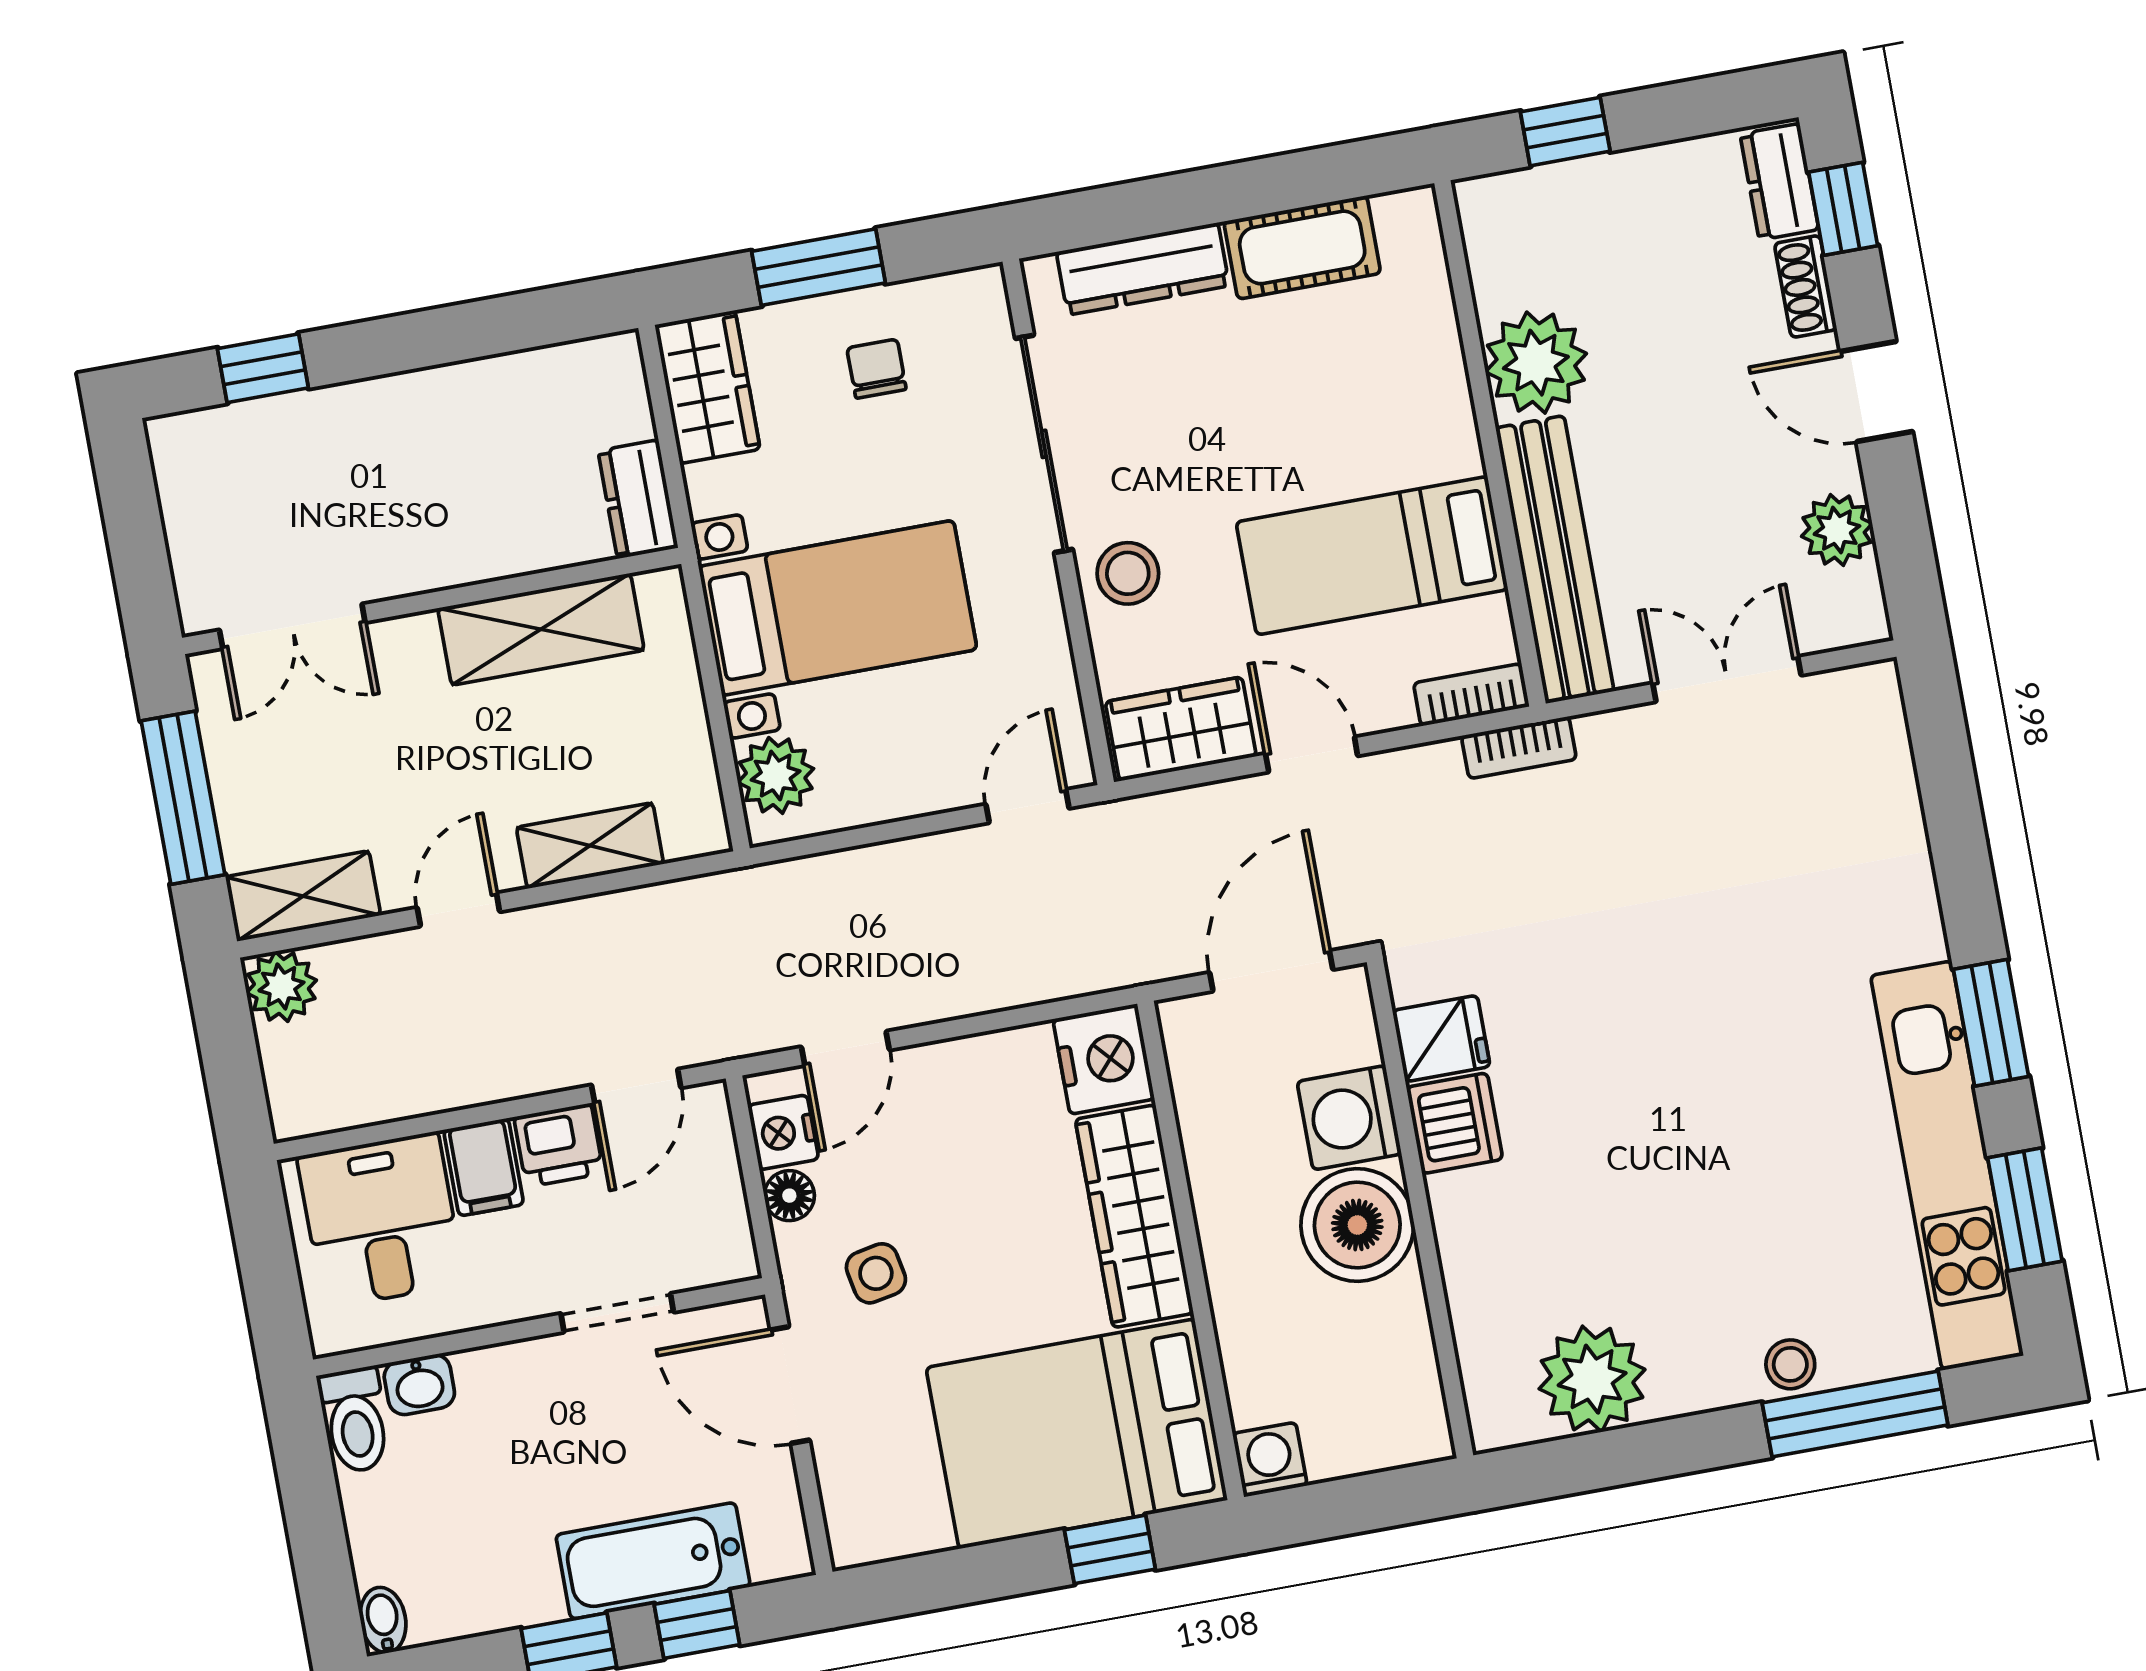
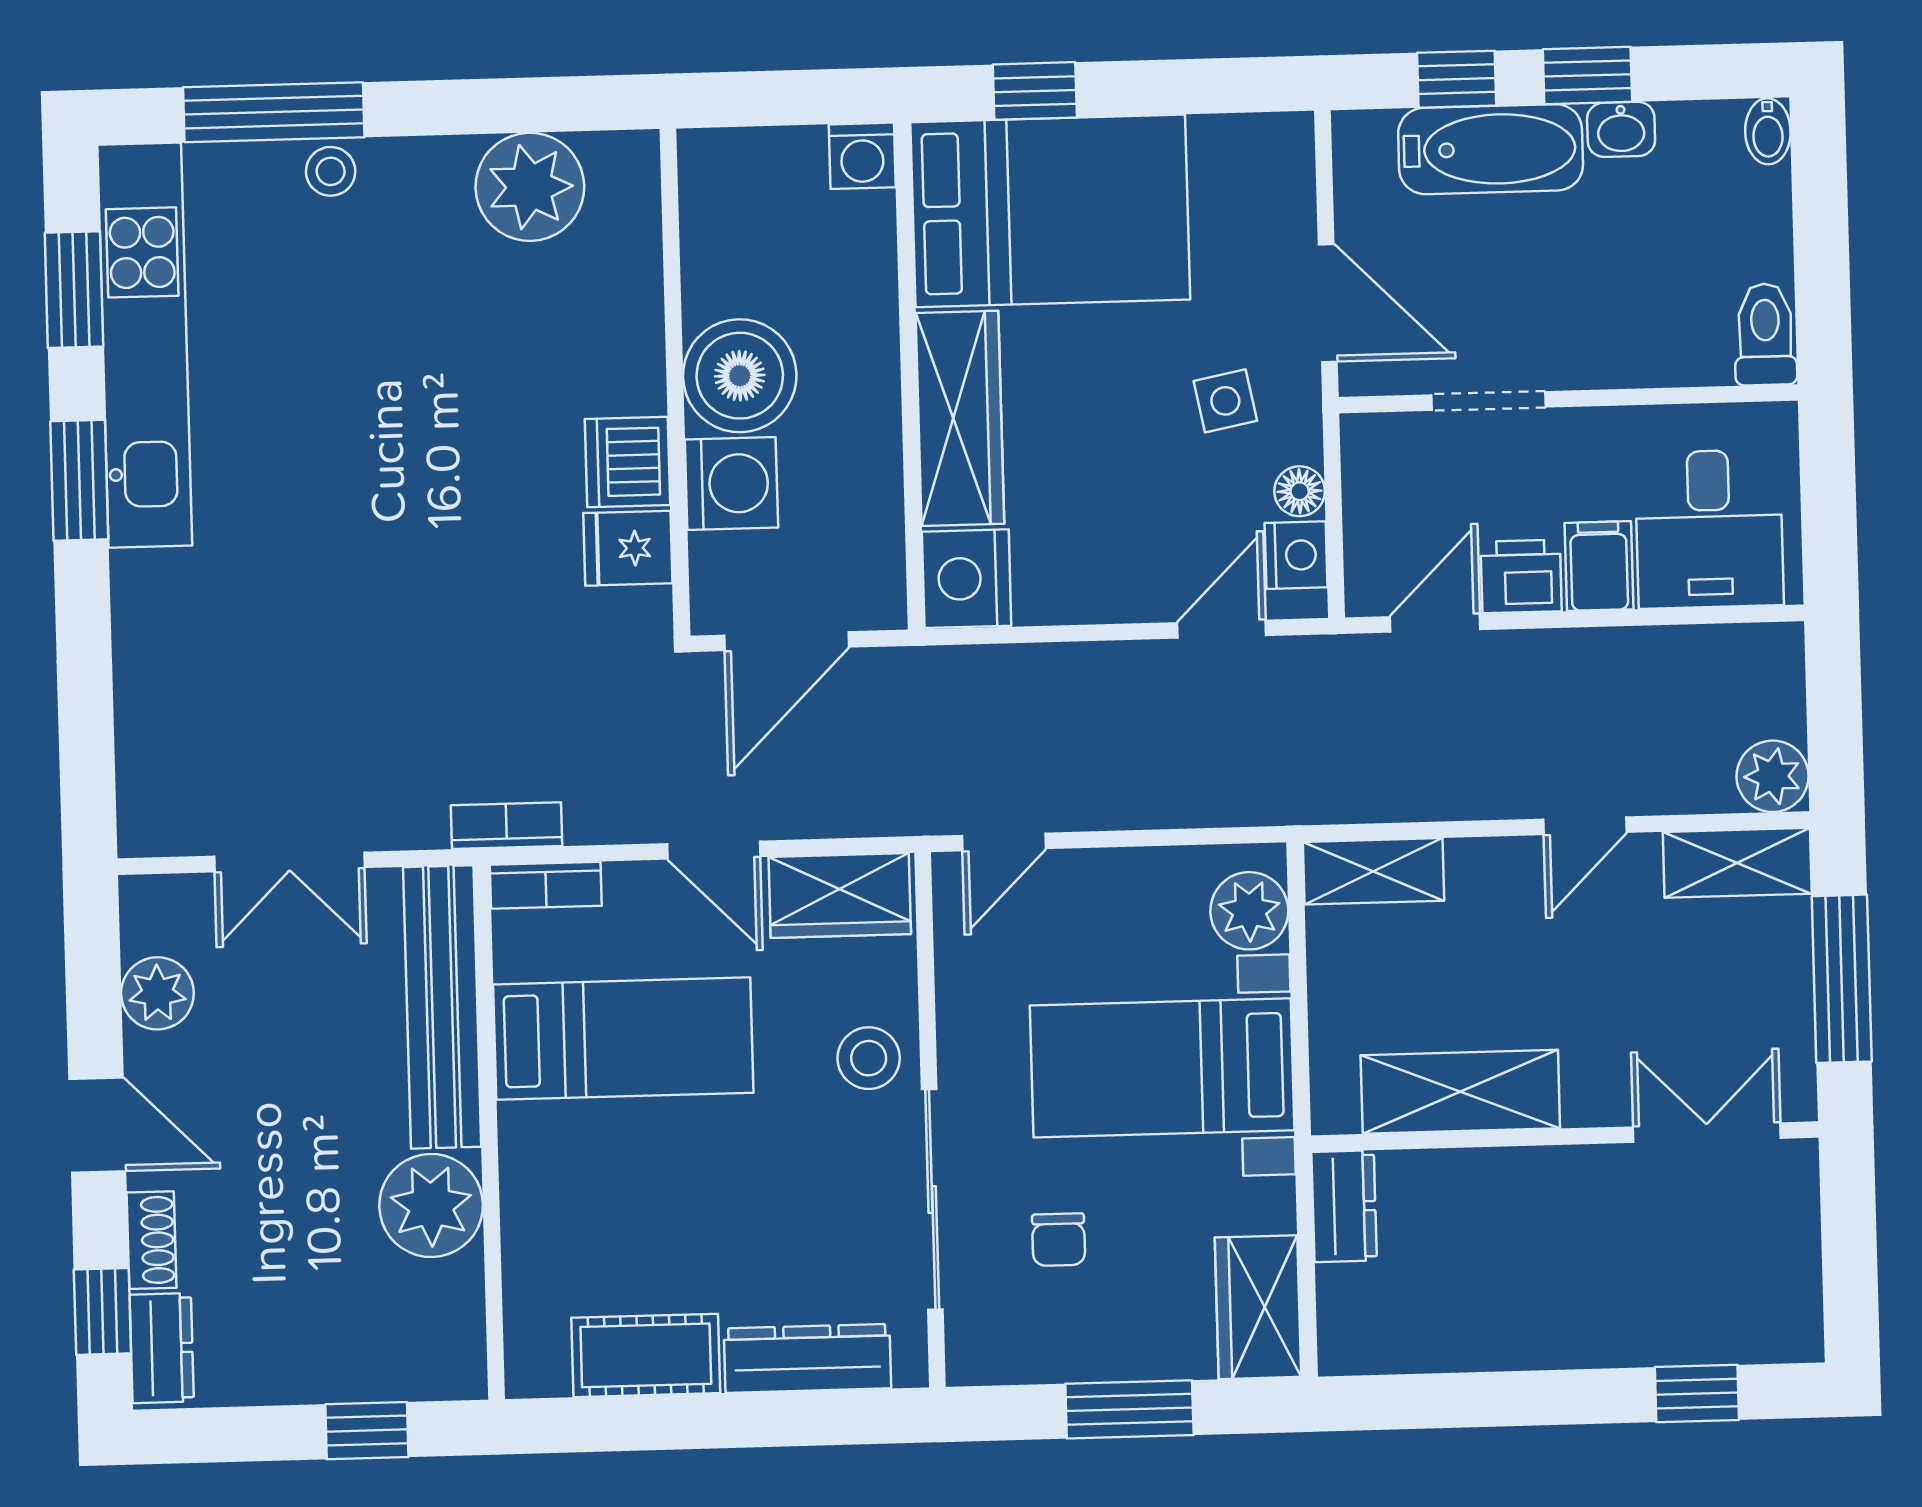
chair: (877, 369) -> (1059, 1240), moved
shelving: (590, 846) -> (1373, 871), moved
washbasin: (419, 1385) -> (1621, 129), moved, turned 180

